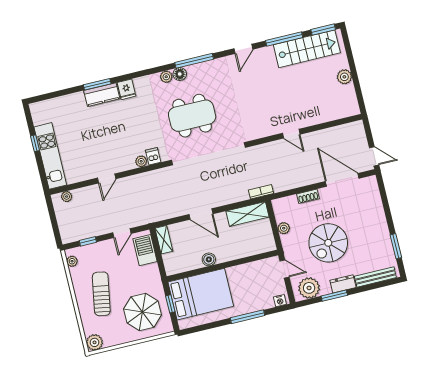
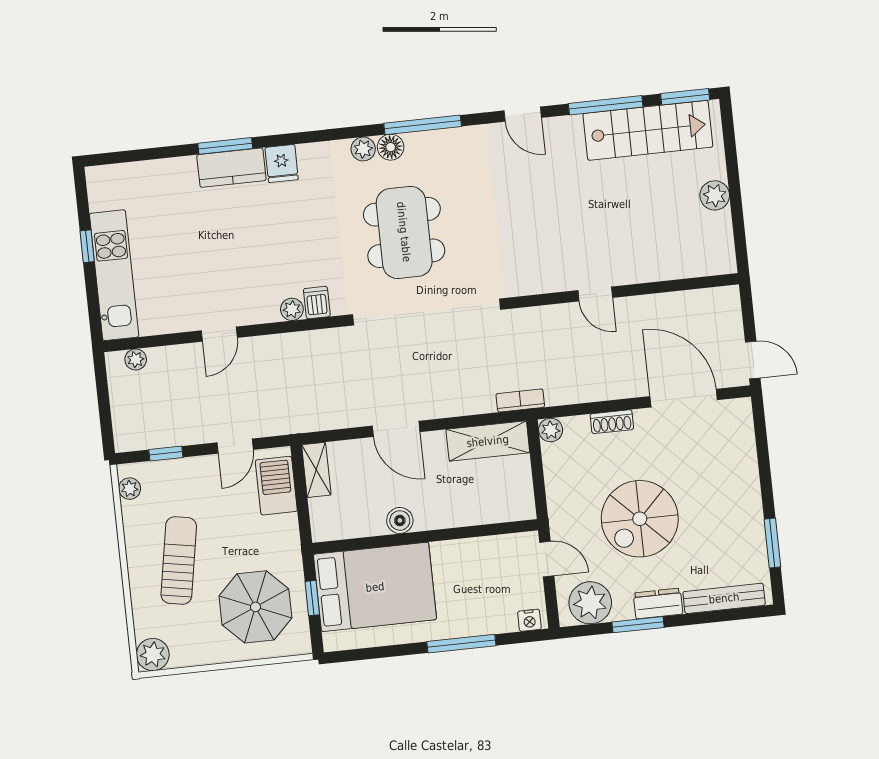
door: (243, 49) -> (523, 114), hinge flipped
dining table: (192, 116) -> (404, 232), turned 90
plant: (284, 228) -> (551, 430), moved

